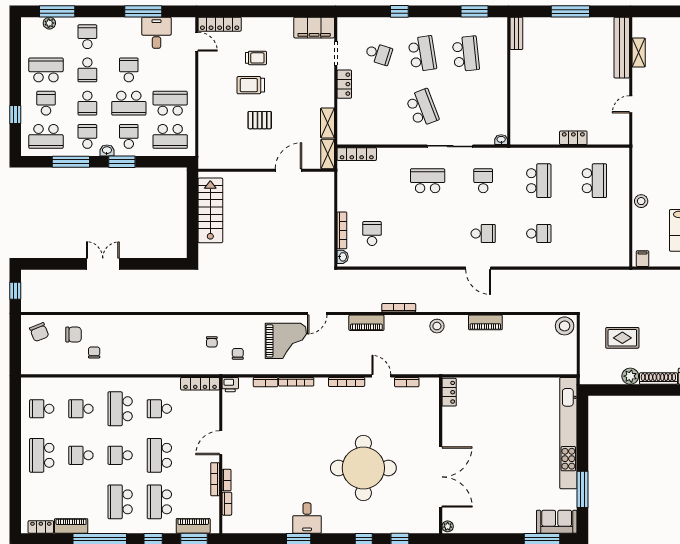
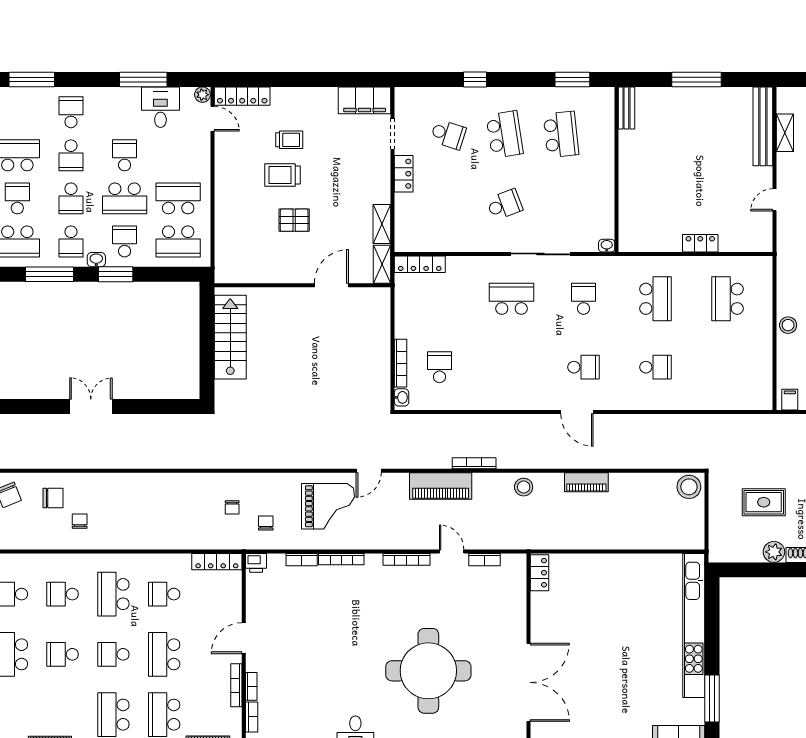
plant: (49, 23) -> (202, 95), moved
school desk: (422, 108) -> (505, 205), width x0.54
school desk: (87, 136) -> (71, 241), turned 180
school desk: (594, 181) -> (728, 299), turned 180
piano: (366, 323) -> (441, 486), width x1.37, depth x1.33

